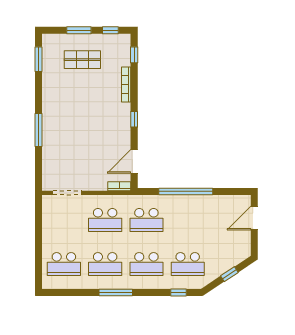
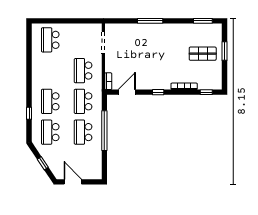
window: (110, 30) -> (225, 75), removed
shop shelf: (82, 60) -> (203, 54), turned 90
door: (134, 161) -> (127, 92), hinge flipped
door: (254, 218) -> (73, 182), moved
school desk: (105, 264) -> (83, 132), moved
window: (116, 293) -> (29, 78), removed
window: (178, 293) -> (29, 113), moved

